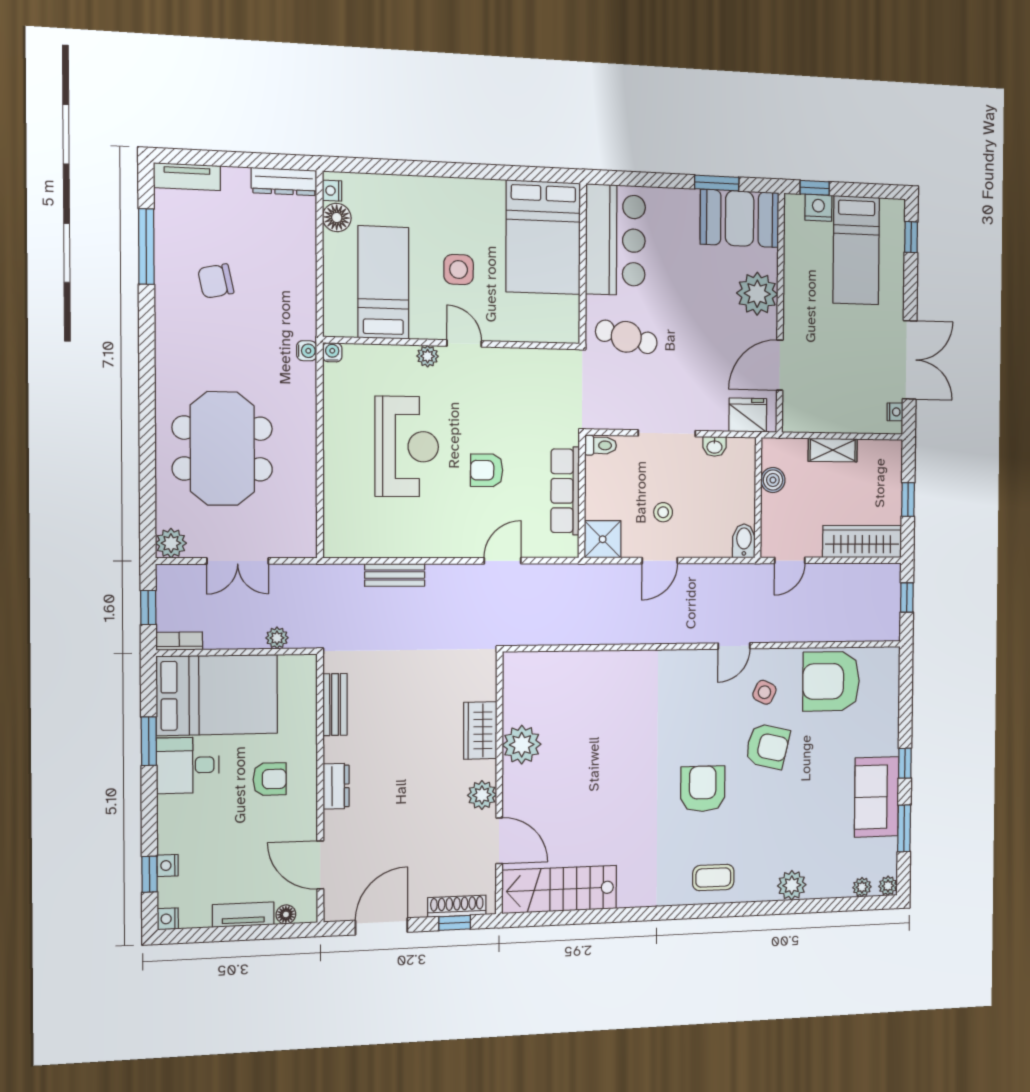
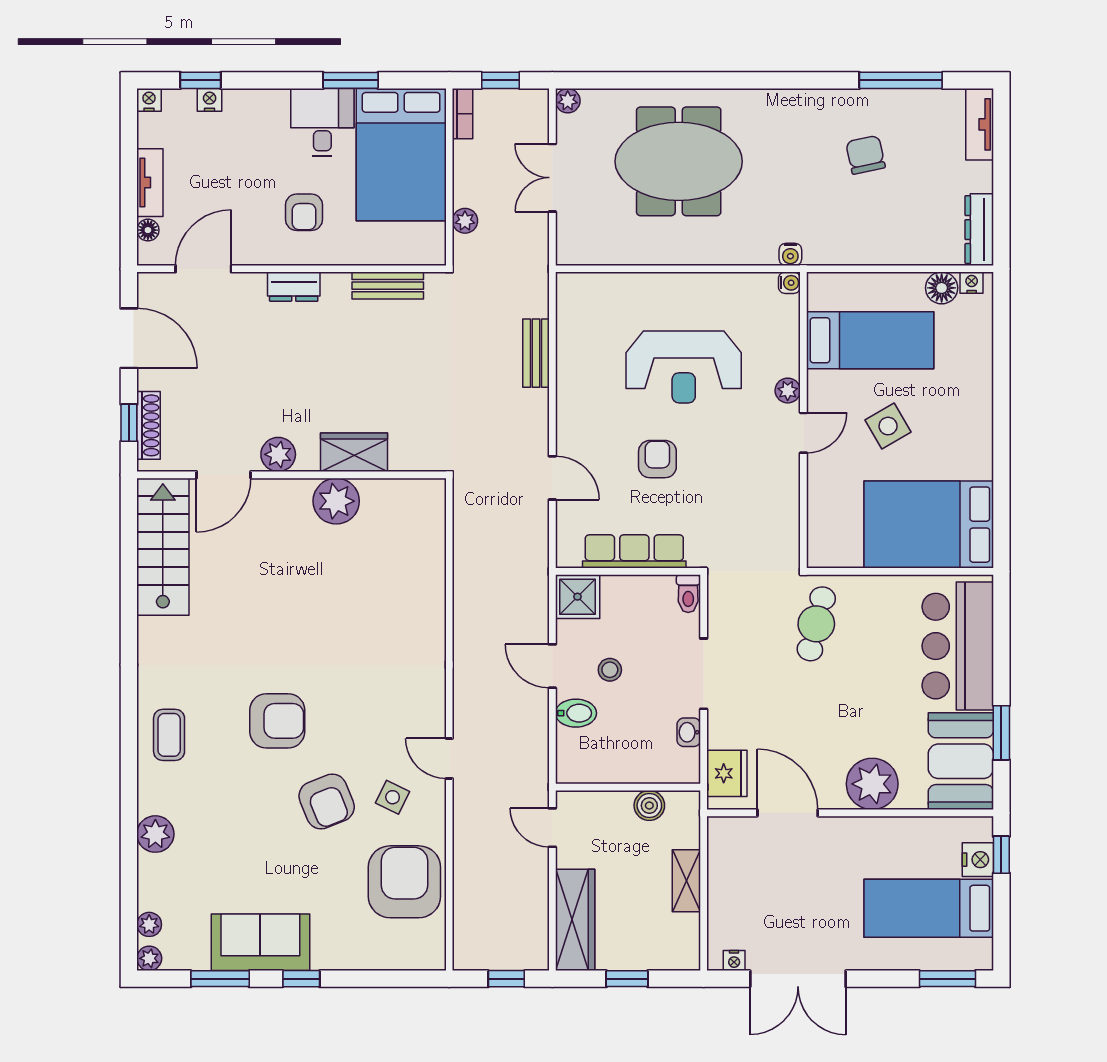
window: (911, 237) -> (947, 979), width x1.50
bar counter: (615, 240) -> (958, 646), moved, turned 90
side table: (459, 270) -> (888, 426), turned -30
bidet: (744, 541) -> (576, 713), moved
plant: (171, 543) -> (568, 101), width x0.73, depth x0.73
armchair: (767, 746) -> (327, 801), turned -35

